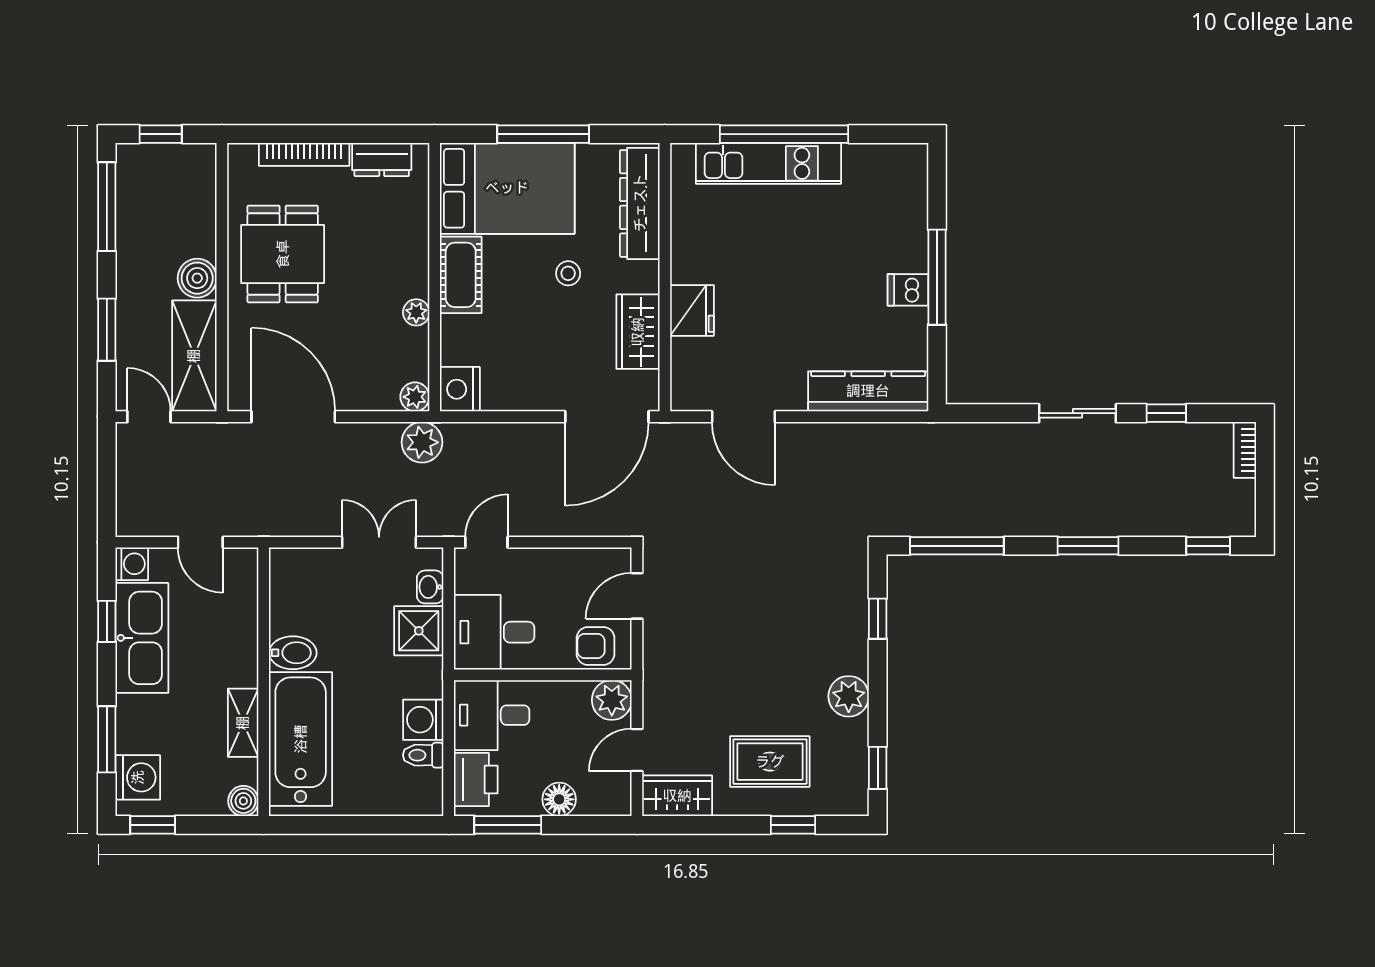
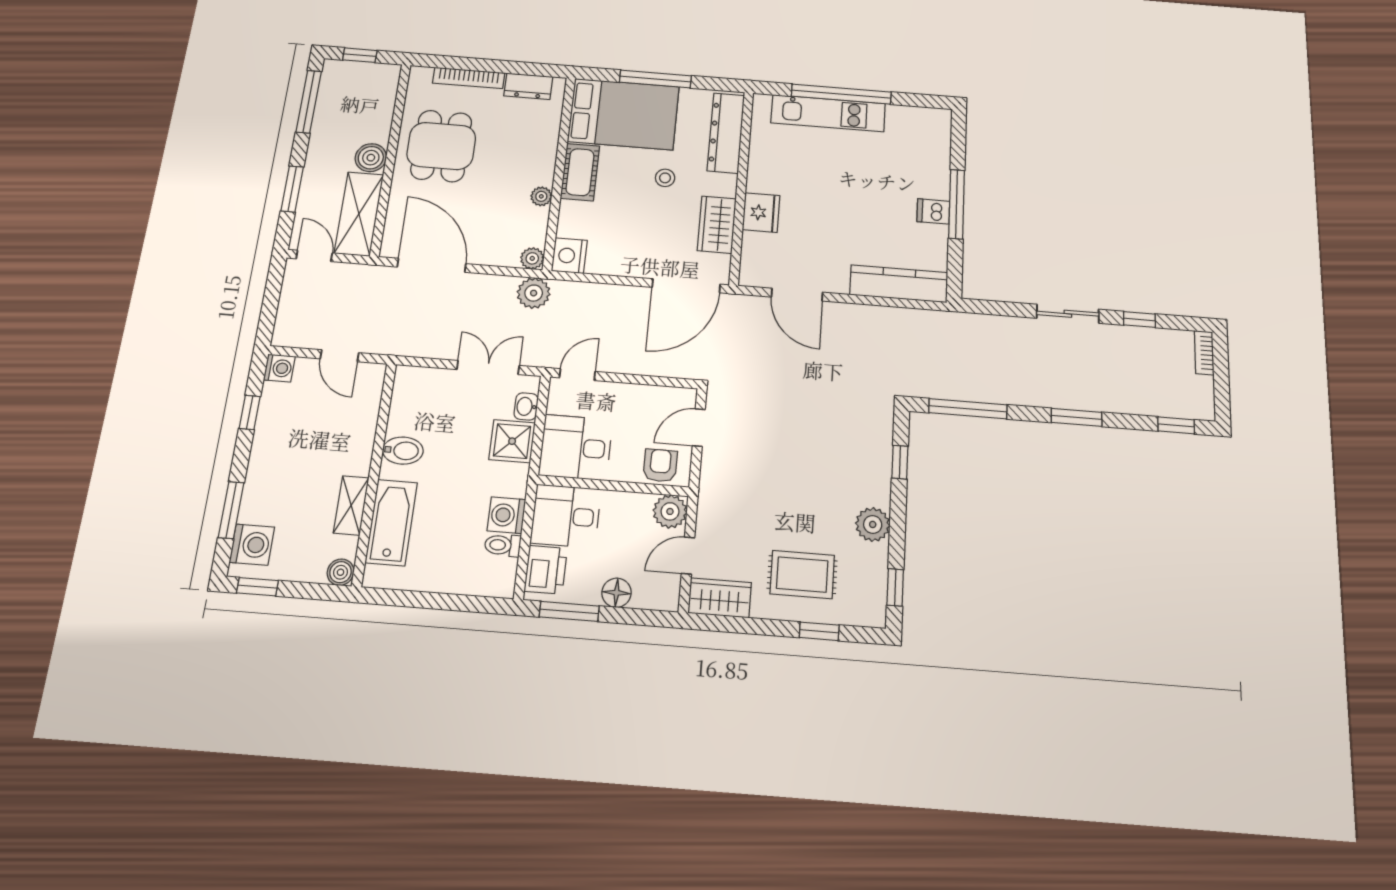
kitchen sink: (142, 638) -> (277, 428), removed
armchair: (596, 646) -> (660, 466), turned 90
bathtub: (301, 739) -> (391, 522), width x0.73, depth x0.73

